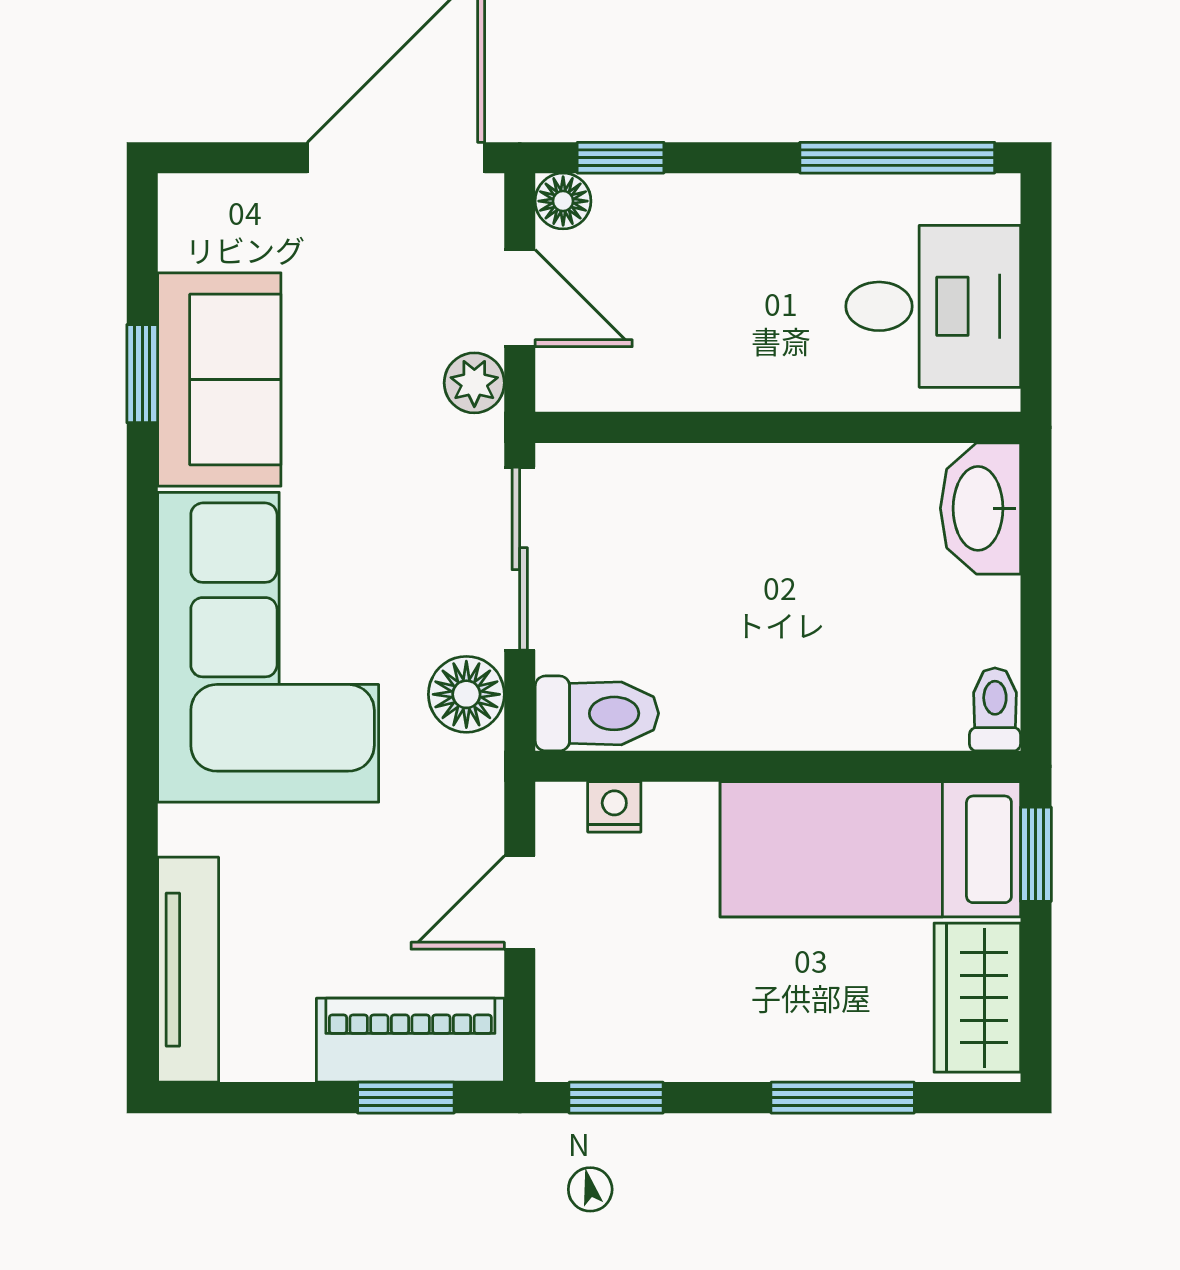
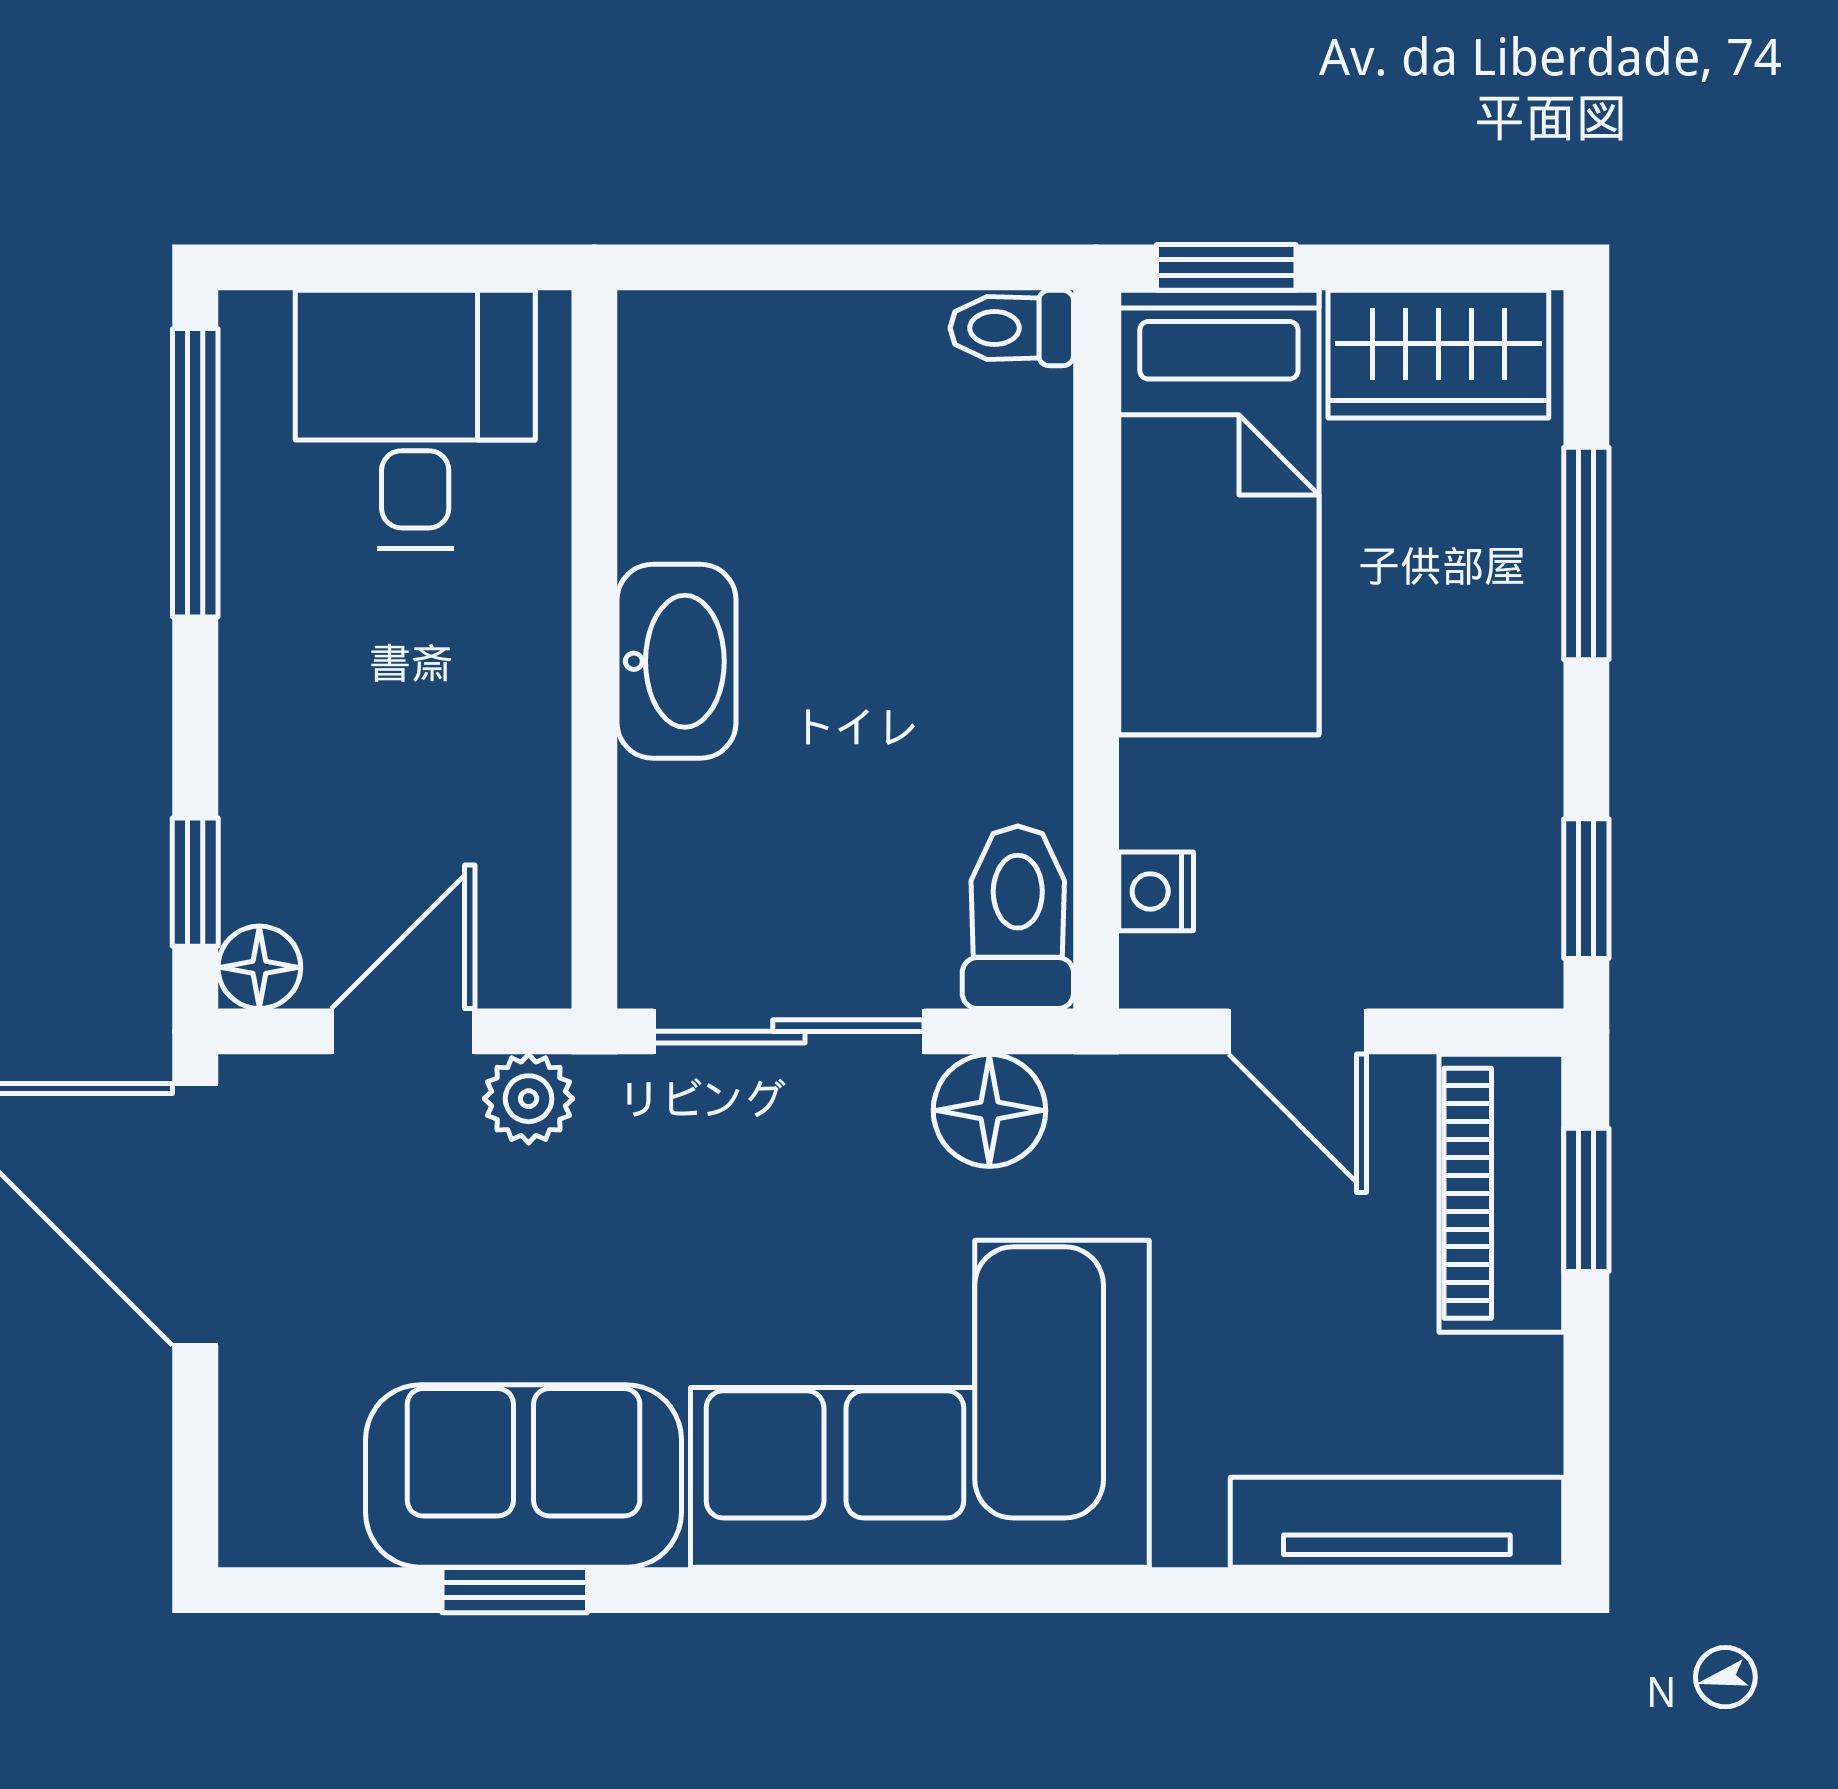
washbasin: (980, 508) -> (677, 661), moved, turned -90

